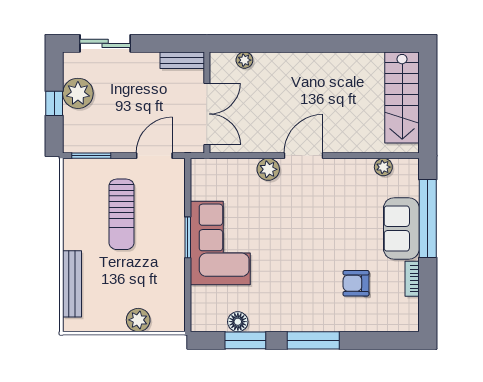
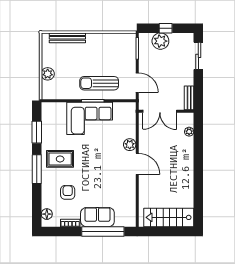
plant: (78, 93) -> (160, 41), moved
plant: (383, 167) -> (131, 207), removed
sun lounger: (122, 214) -> (99, 83), moved
rug: (295, 297) -> (60, 159), added
floor lamp: (238, 322) -> (47, 214), moved

